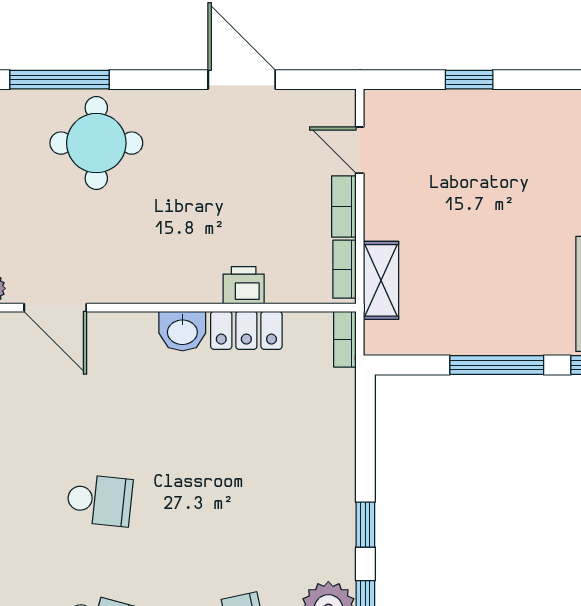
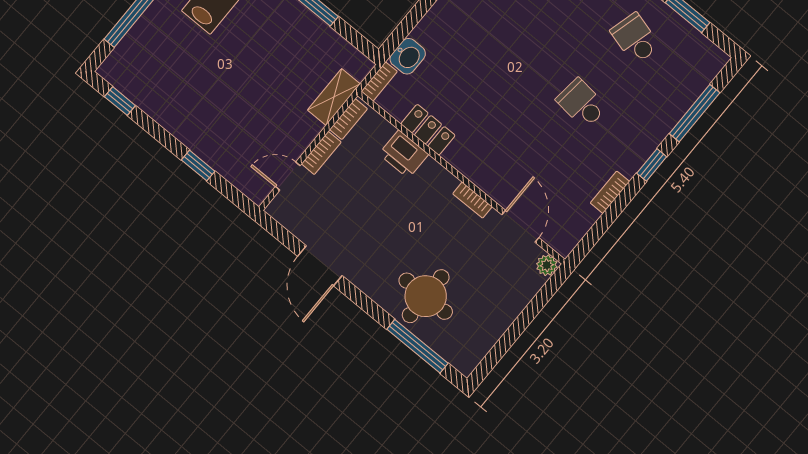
door: (360, 150) -> (288, 176), swing flipped
printer: (244, 285) -> (404, 154), width x1.36, depth x1.24
bookcase: (132, 293) -> (472, 200), added
washbasin: (182, 331) -> (408, 56), moved, turned 90

